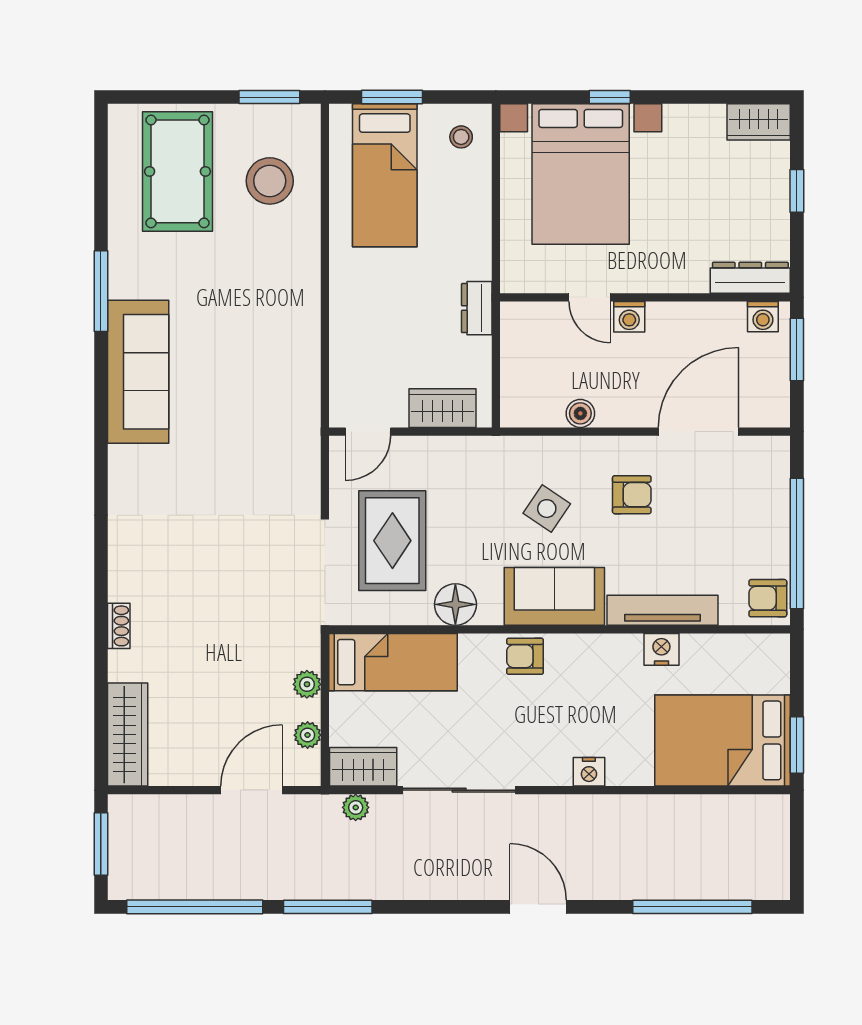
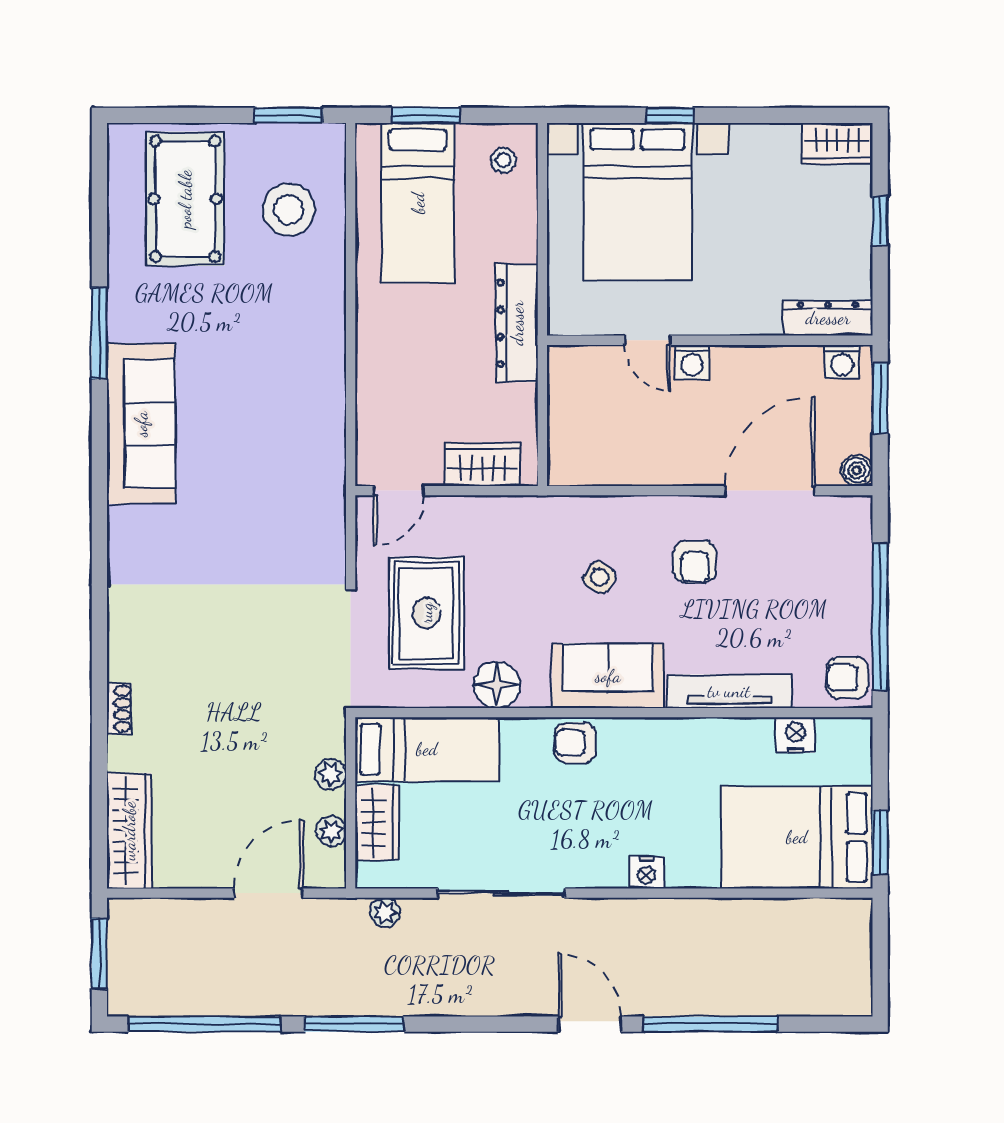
dresser: (477, 308) -> (517, 323), width x1.96, depth x1.24
boiler: (580, 413) -> (857, 470), moved
armchair: (632, 495) -> (695, 562), turned 90
side table: (547, 509) -> (600, 577), width x0.73, depth x0.73
nightstand: (661, 649) -> (795, 735), moved
wardrobe: (363, 767) -> (377, 822), moved, turned 90
window: (692, 907) -> (711, 1024), moved

